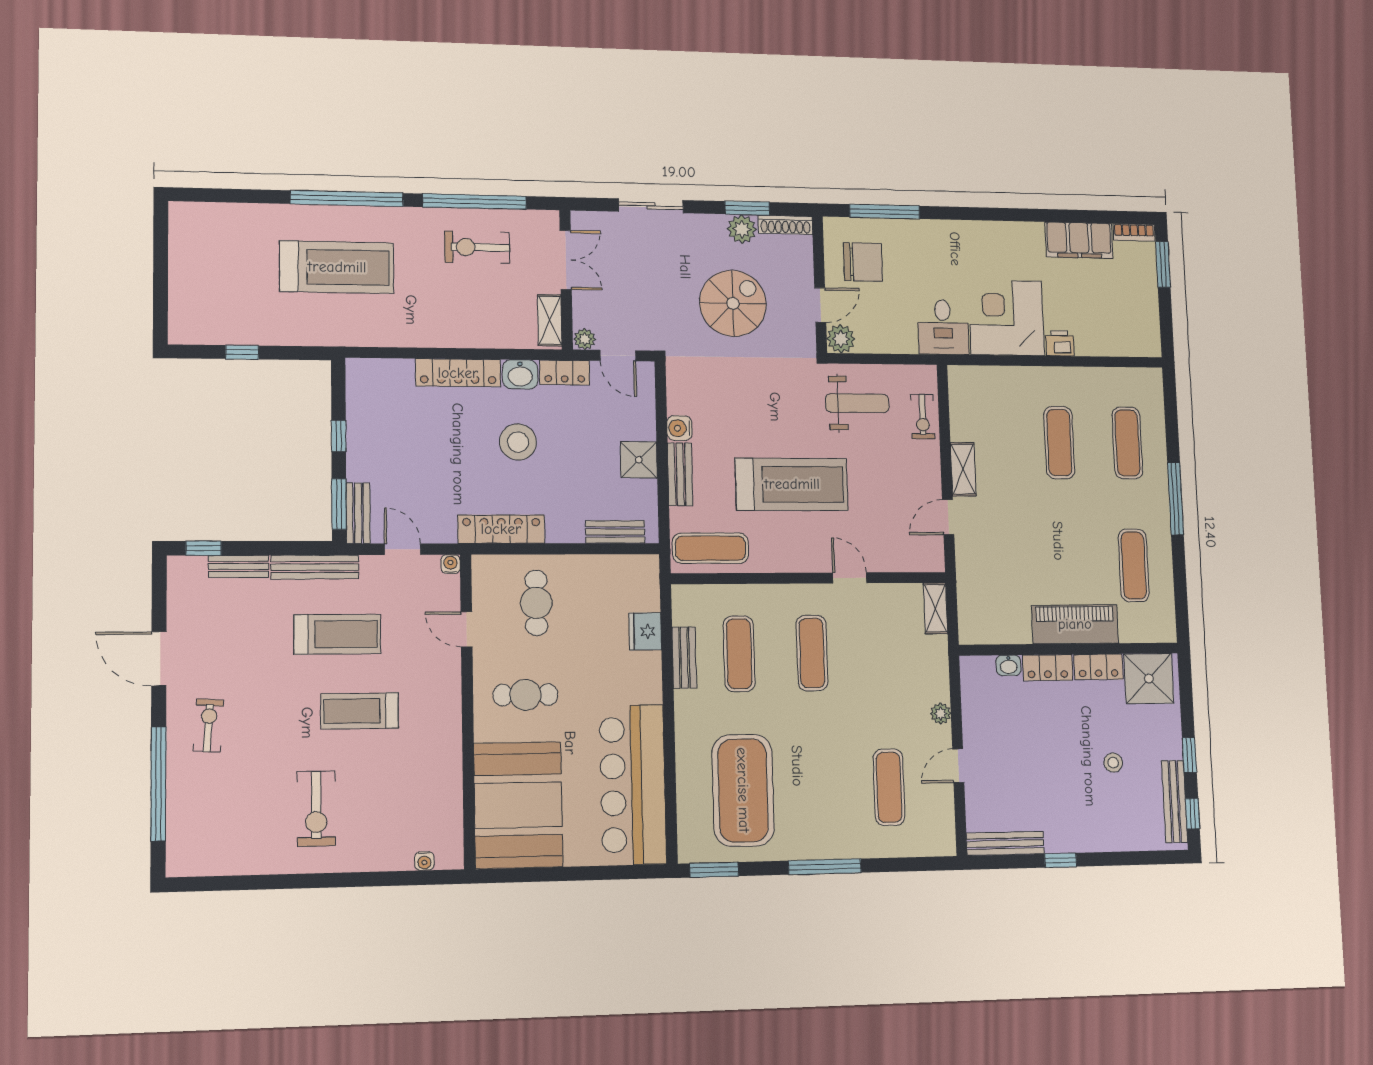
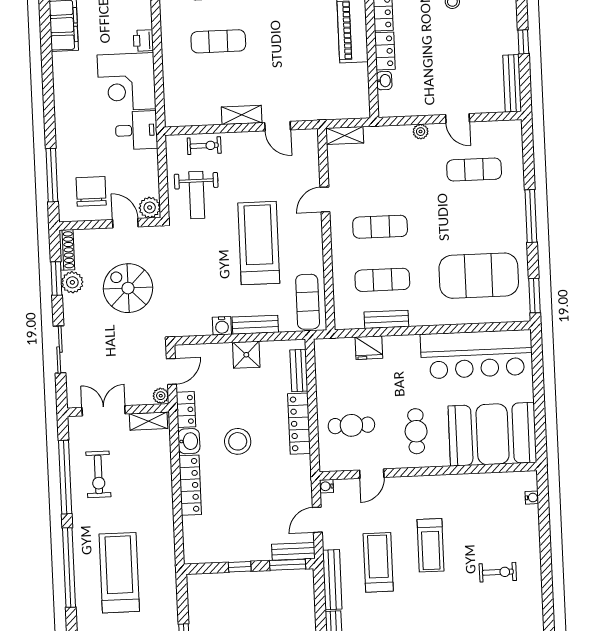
weight bench: (857, 403) -> (197, 195), turned 180
locker: (501, 529) -> (299, 424), moved
exercise bike: (316, 809) -> (498, 572), width x0.73, depth x0.72

